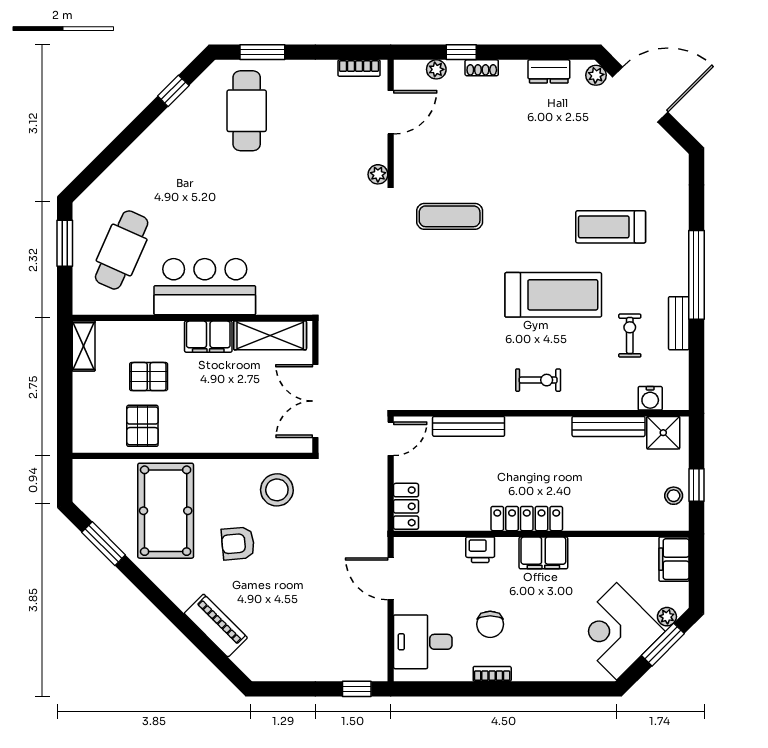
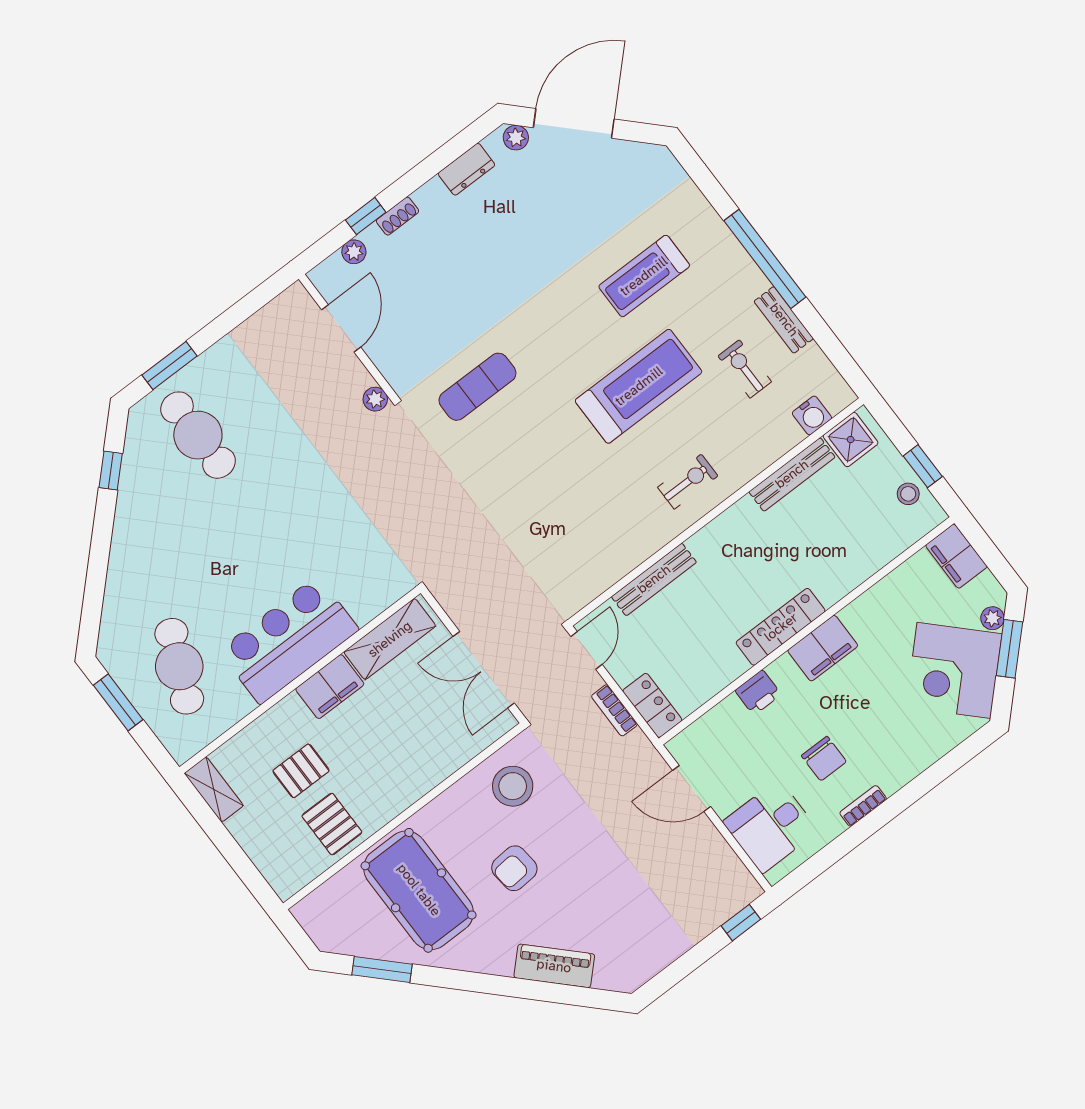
bookcase: (359, 68) -> (614, 710), moved, turned 90

